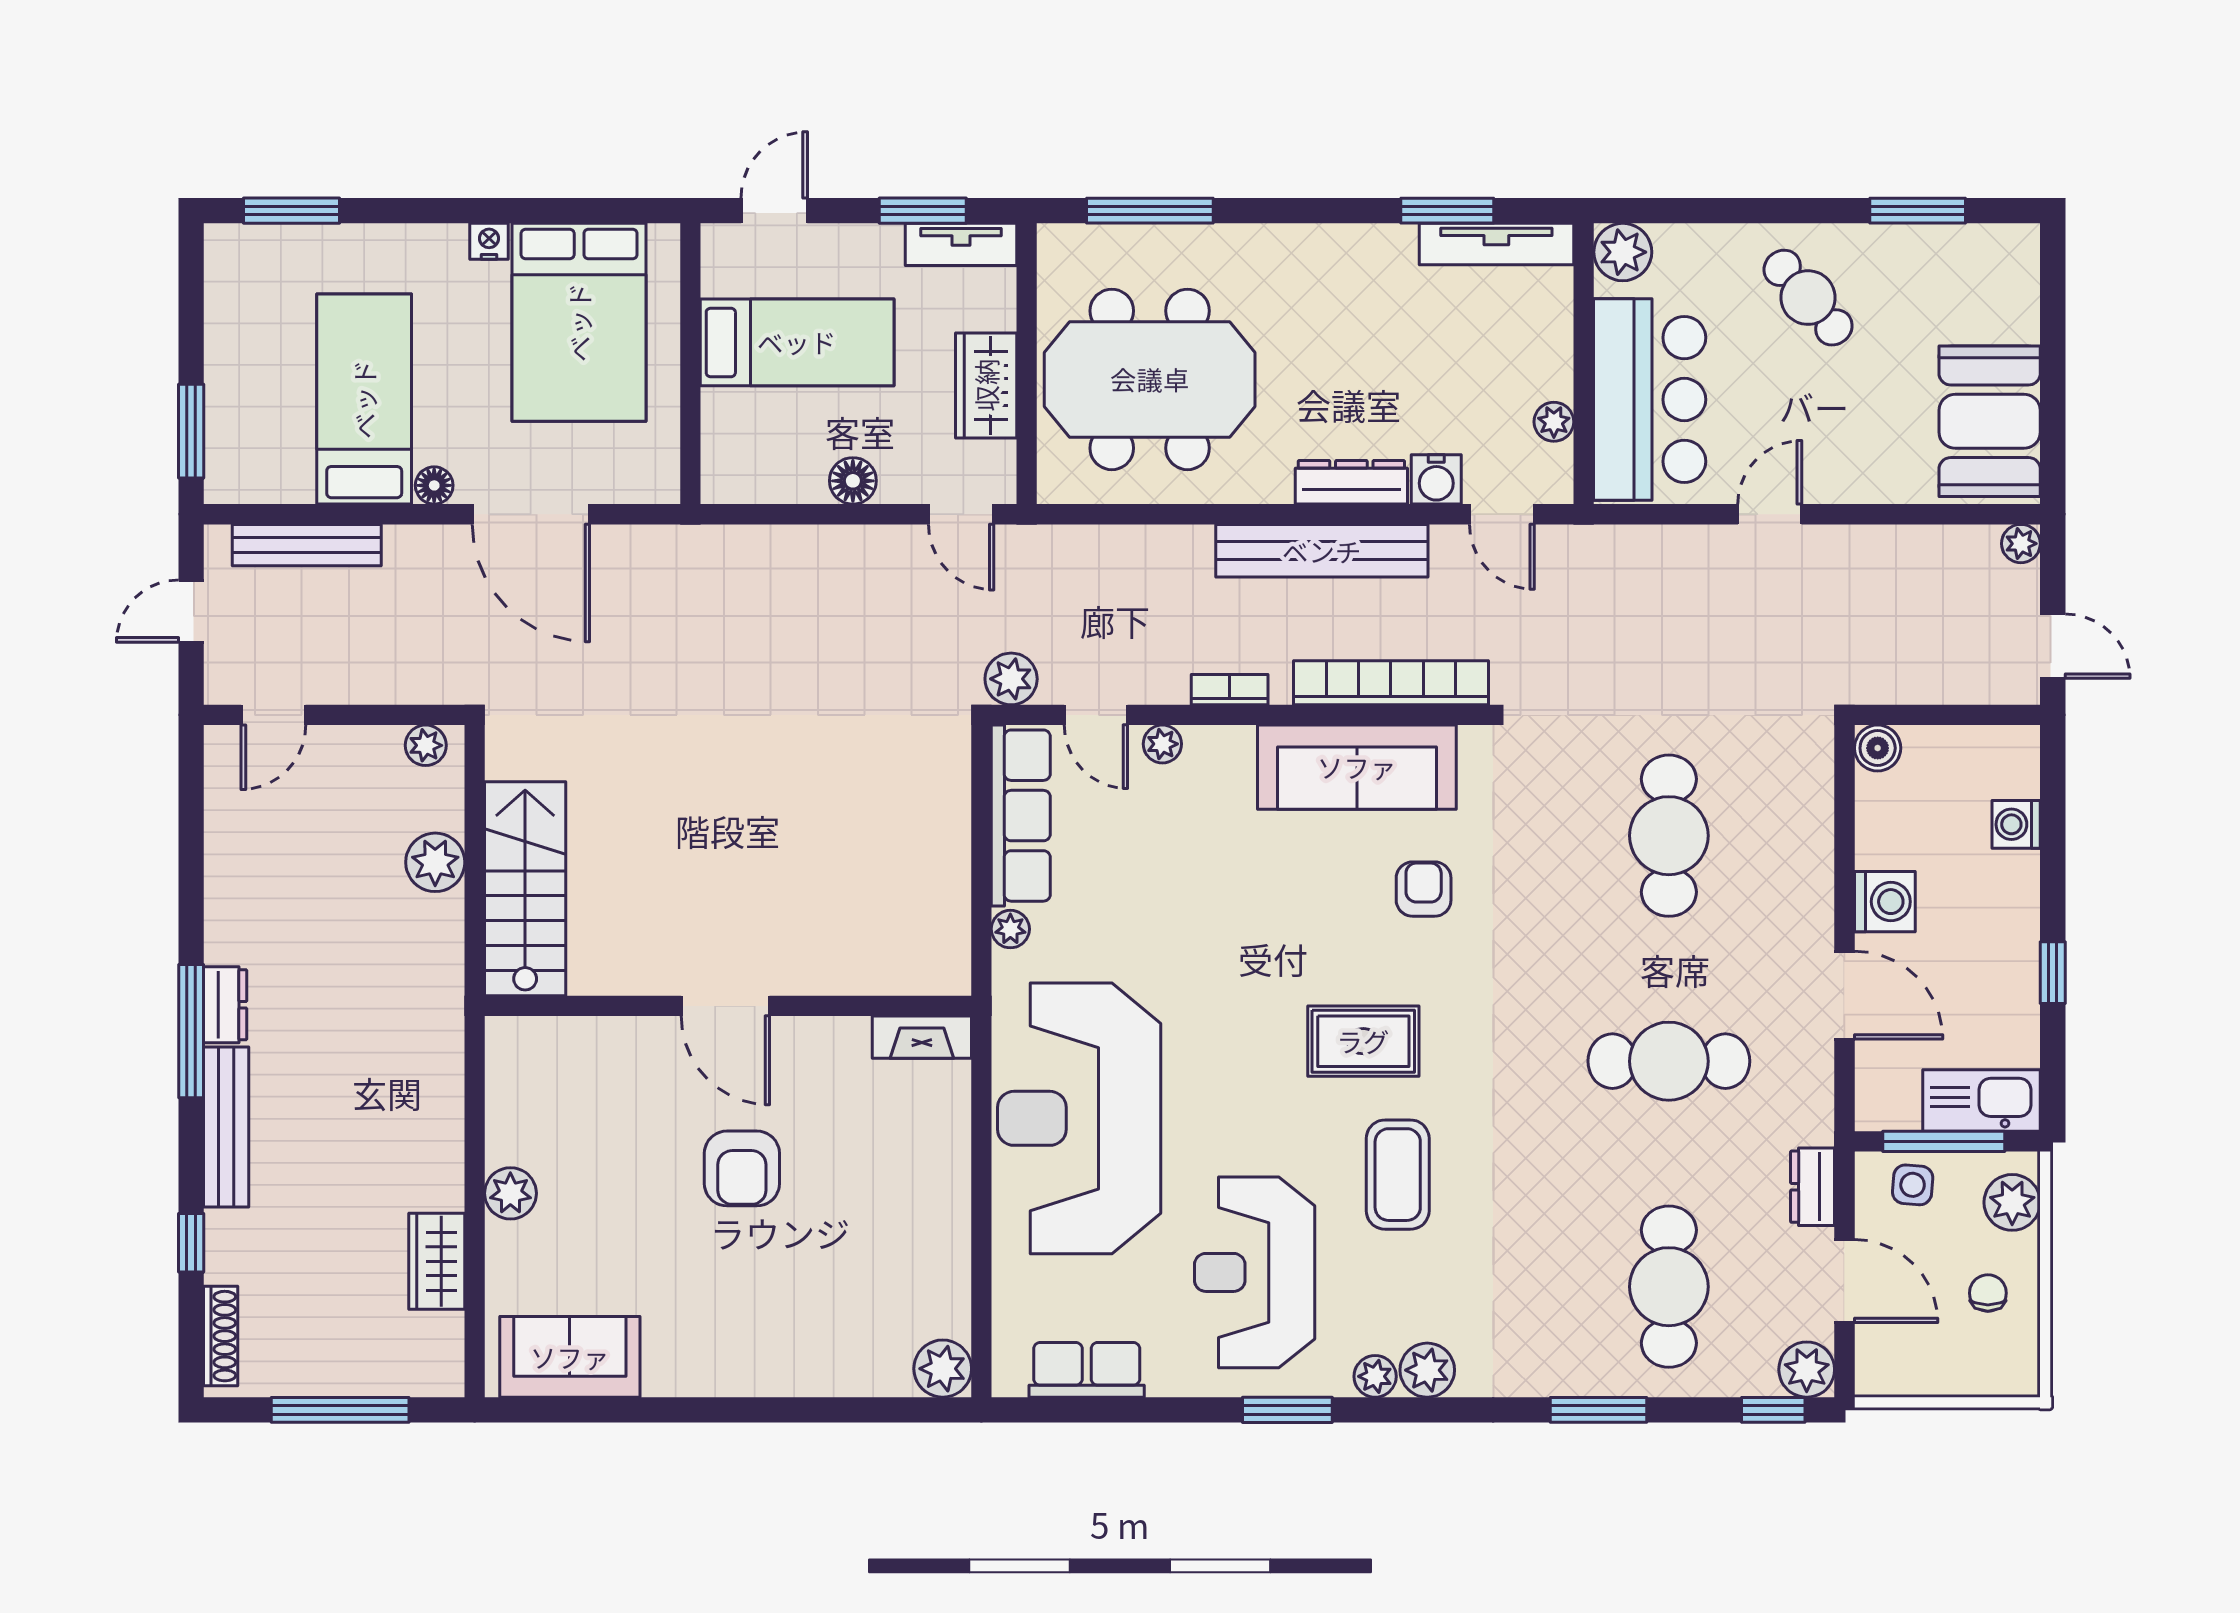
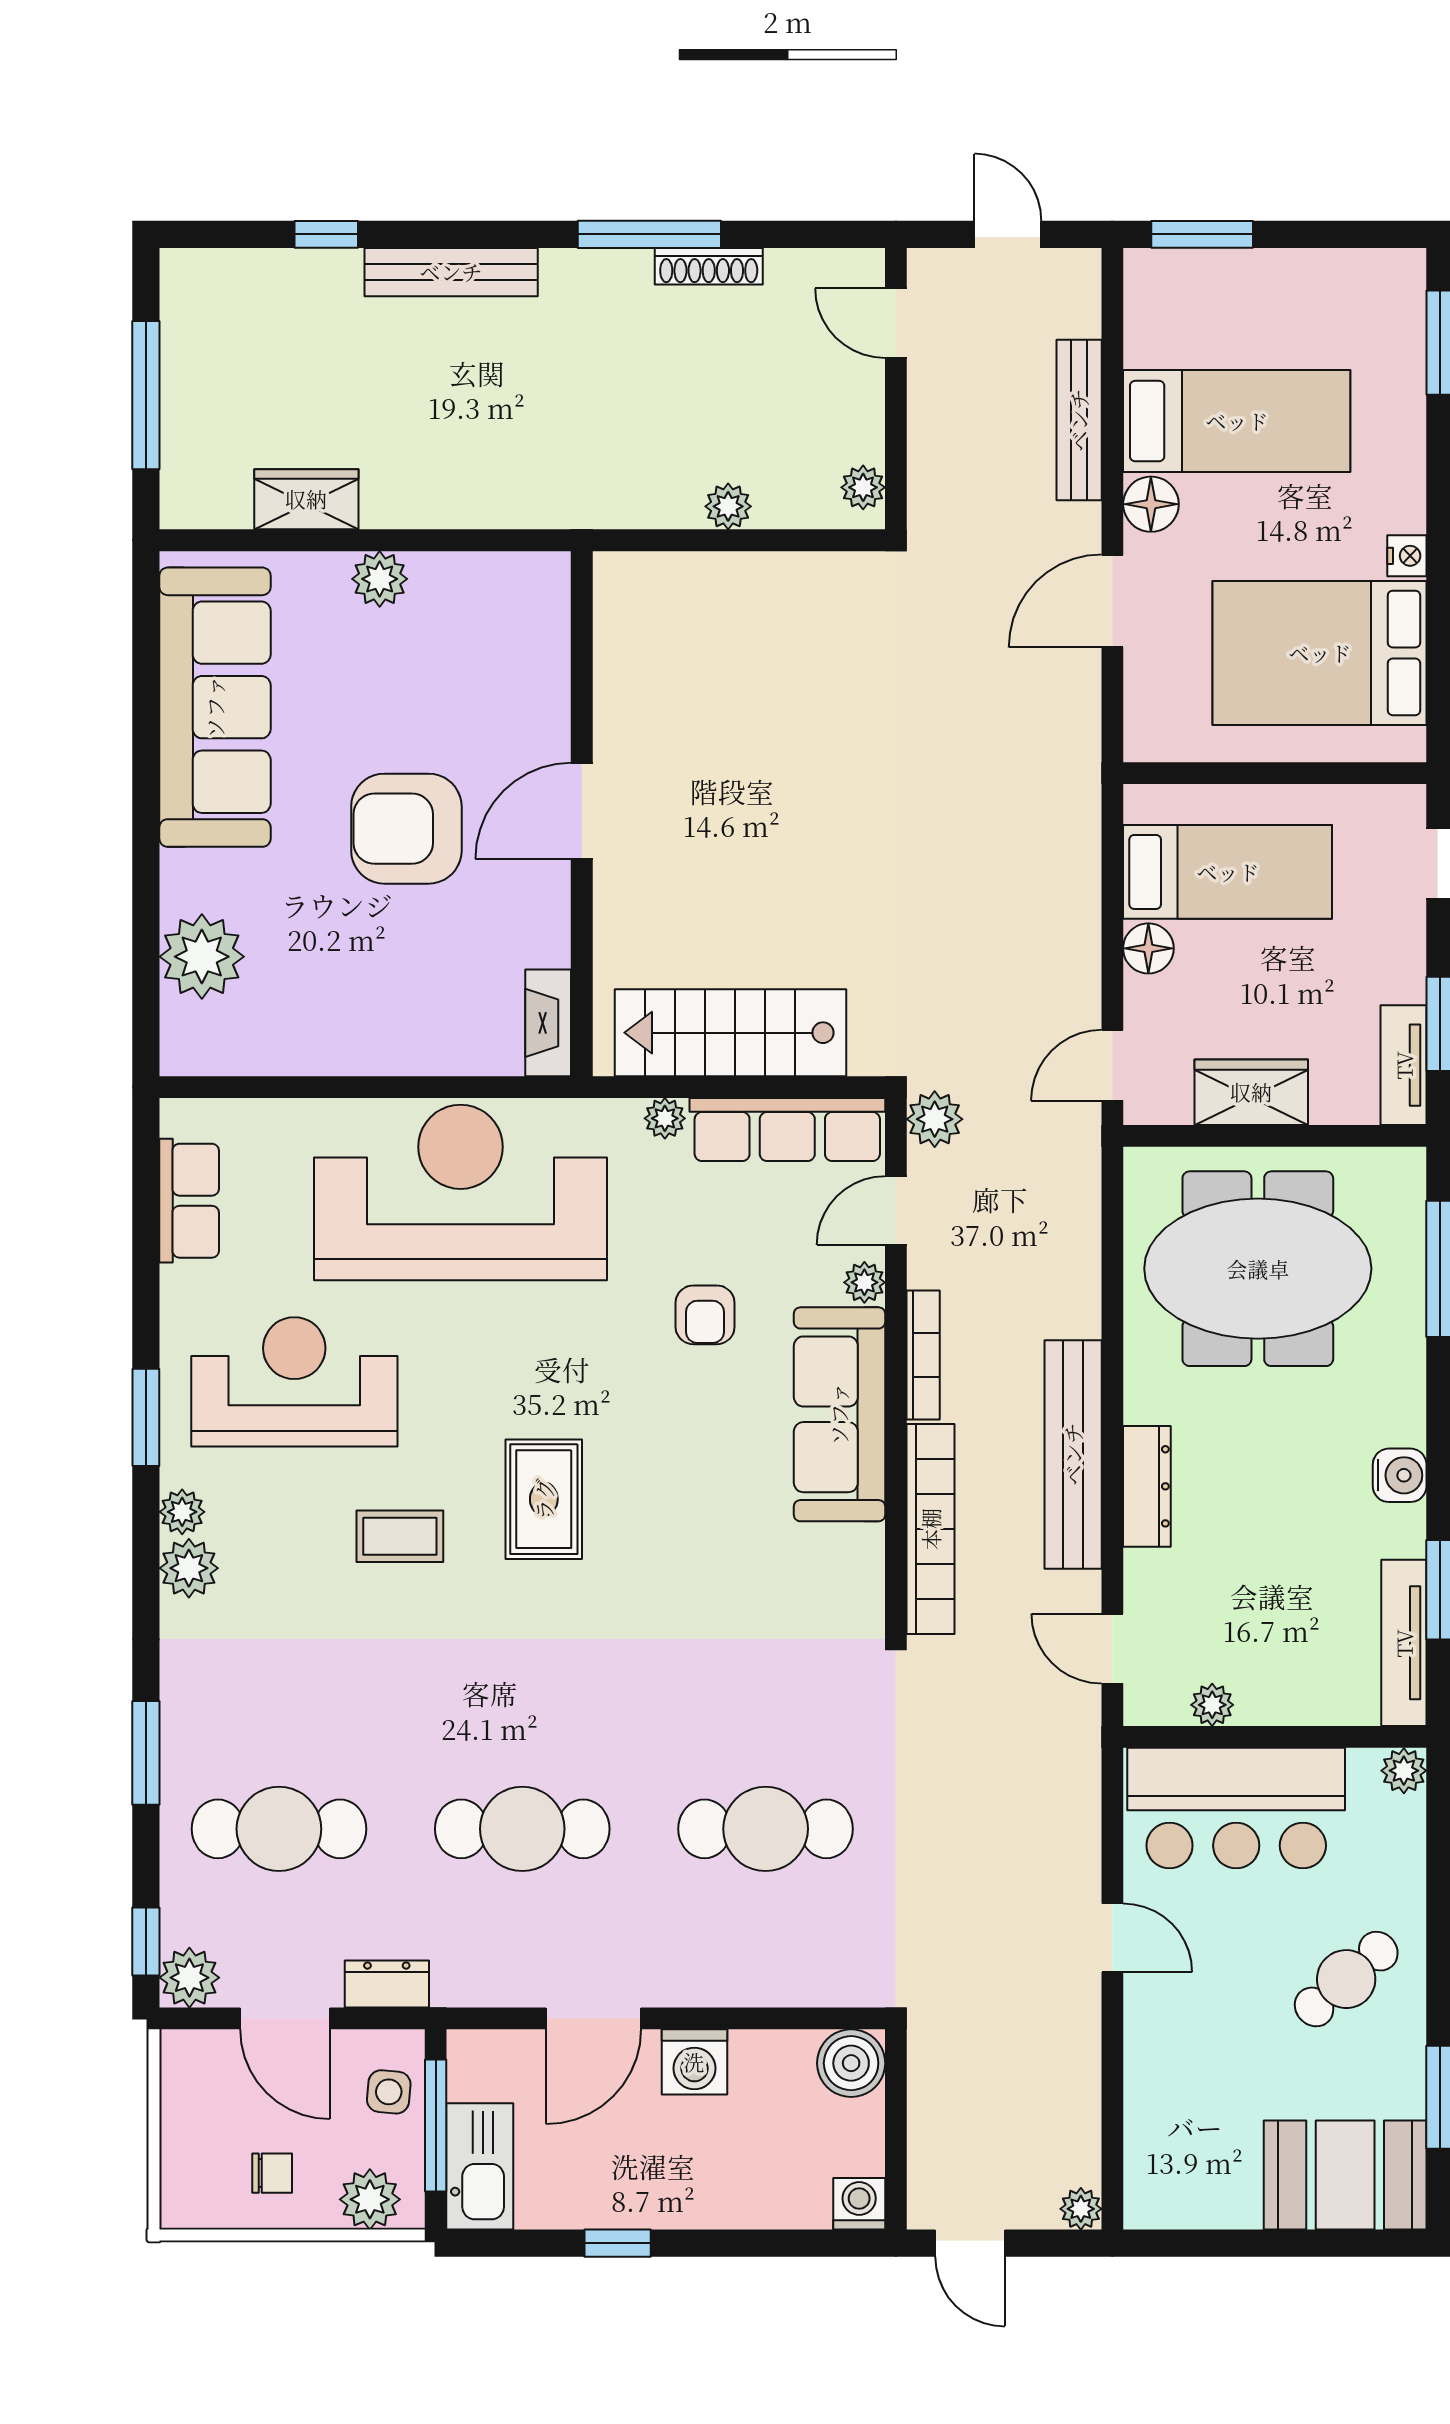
plant: (1623, 252) -> (1404, 1771), width x0.73, depth x0.73
bed: (797, 342) -> (1228, 872), moved, turned -90
meeting table: (1150, 379) -> (1258, 1269), turned 90
booth: (1990, 421) -> (1345, 2175), moved
water cooler: (1436, 479) -> (1400, 1475), moved, turned 180
floor lamp: (434, 485) -> (1151, 504), width x1.37, depth x1.37
door: (531, 514) -> (1112, 601), width x0.73
door: (1502, 514) -> (1112, 1649), hinge flipped
bench: (307, 545) -> (1079, 420), moved
door: (2053, 646) -> (970, 2243), hinge flipped
bookcase: (1230, 690) -> (923, 1355), width x1.56
boiler: (1878, 748) -> (851, 2063), width x1.36, depth x1.36
sofa: (1357, 767) -> (839, 1414), moved
washing machine: (2016, 824) -> (859, 2204), moved
plant: (435, 862) -> (728, 506), width x0.73, depth x0.73
stairs: (525, 889) -> (730, 1033), moved, turned 180
armchair: (1424, 889) -> (705, 1315), moved, turned 90
dresser: (225, 1005) -> (583, 271), removed
window: (191, 1031) -> (649, 234), moved
cafe table: (1669, 1061) -> (522, 1829), turned 90
armchair: (742, 1168) -> (406, 829), width x1.36, depth x1.36
coffee table: (1398, 1175) -> (400, 1536), width x0.73, depth x0.77
door: (1844, 1281) -> (285, 2018), hinge flipped
shoe rack: (221, 1336) -> (709, 266), moved
sofa: (570, 1357) -> (215, 707), width x1.85, depth x1.27
plant: (943, 1369) -> (202, 957), moved, width x1.36, depth x1.36

